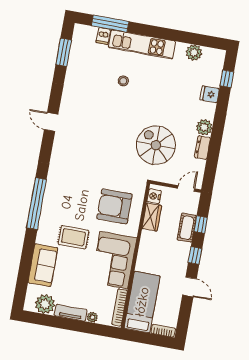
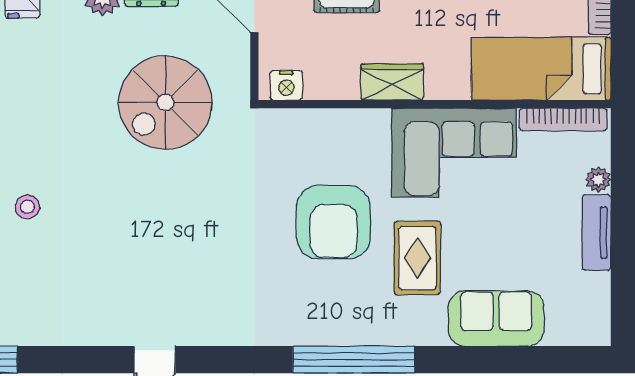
armchair: (114, 206) -> (333, 222), moved
wardrobe: (152, 217) -> (392, 82), moved
plant: (45, 304) -> (587, 297), removed

